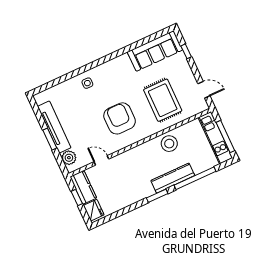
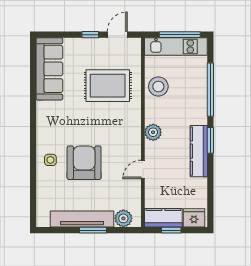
window: (186, 51) -> (90, 35), moved
armchair: (120, 118) -> (84, 163), moved, turned 90
stool: (169, 144) -> (158, 86), moved
plant: (143, 150) -> (153, 132), added
door: (101, 160) -> (143, 169), moved
kitchen counter: (173, 178) -> (199, 151), moved

